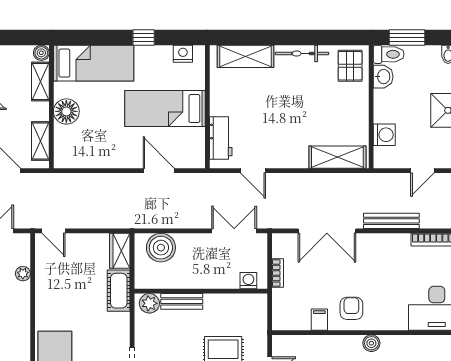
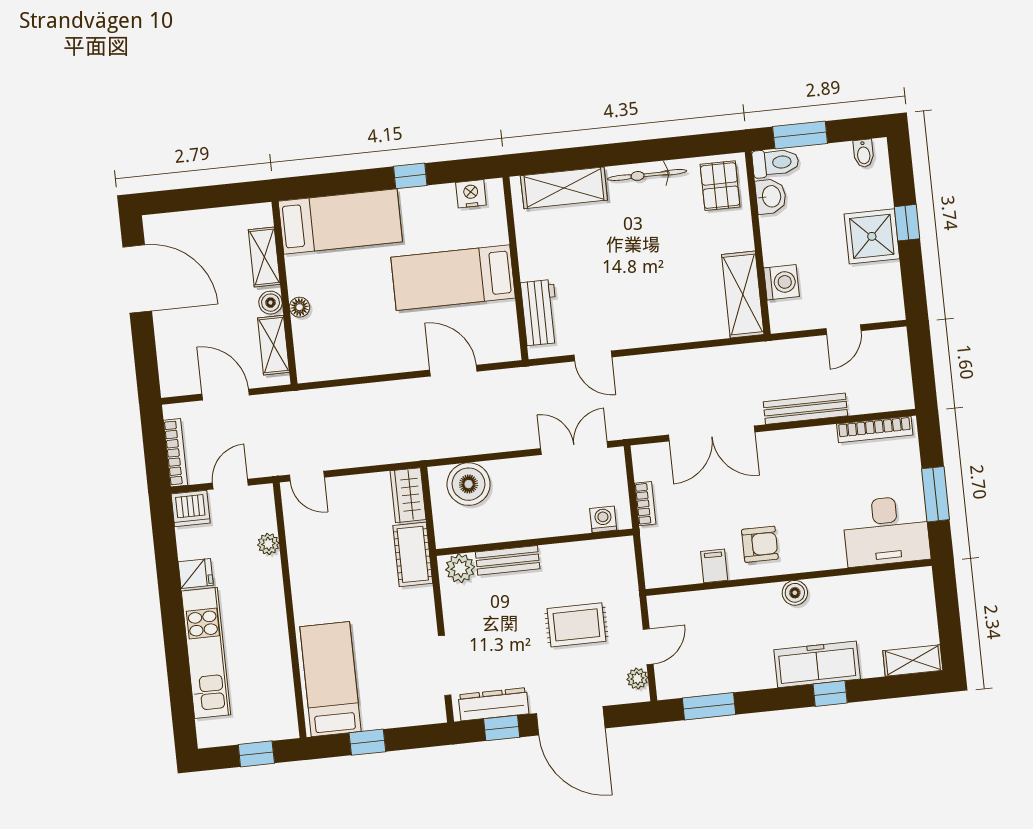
boiler: (41, 53) -> (271, 303), moved
floor lamp: (66, 111) -> (300, 307), width x0.53, depth x0.53
shelving: (337, 157) -> (743, 294), moved, turned 90
armchair: (351, 308) -> (760, 544), turned 90

